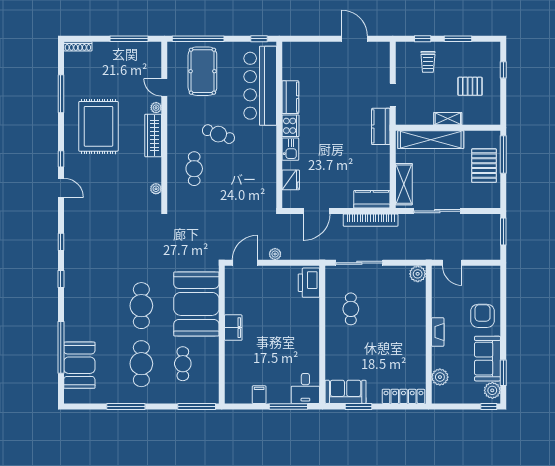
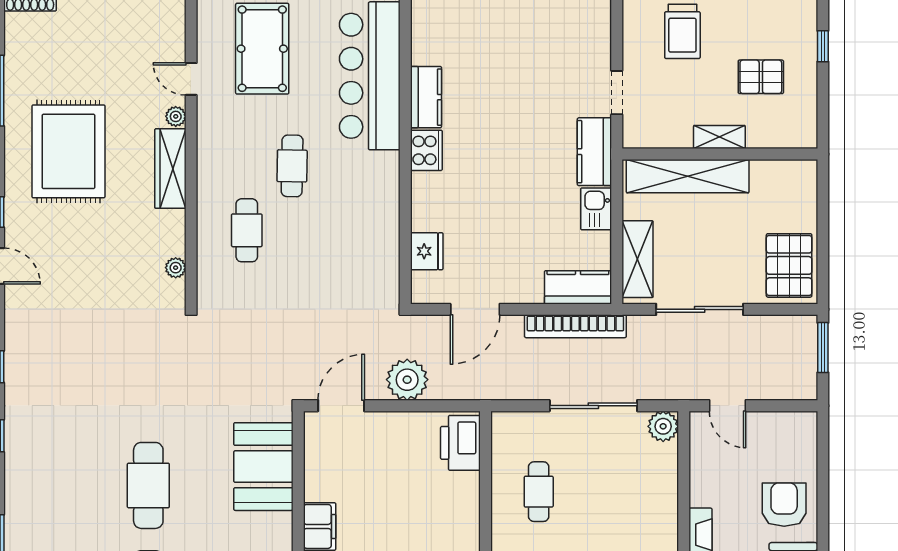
trolley: (428, 62) -> (682, 31), width x1.36, depth x1.39
cafe table: (218, 134) -> (292, 166), turned 71
kitchen sink: (290, 149) -> (596, 209), moved, turned 180
window: (503, 154) -> (823, 204), removed
pallet: (484, 166) -> (789, 265), moved
plant: (275, 254) -> (407, 380), width x1.87, depth x1.87
sliding door: (359, 263) -> (593, 406), moved
booth: (196, 304) -> (263, 467), width x0.73, depth x0.70

